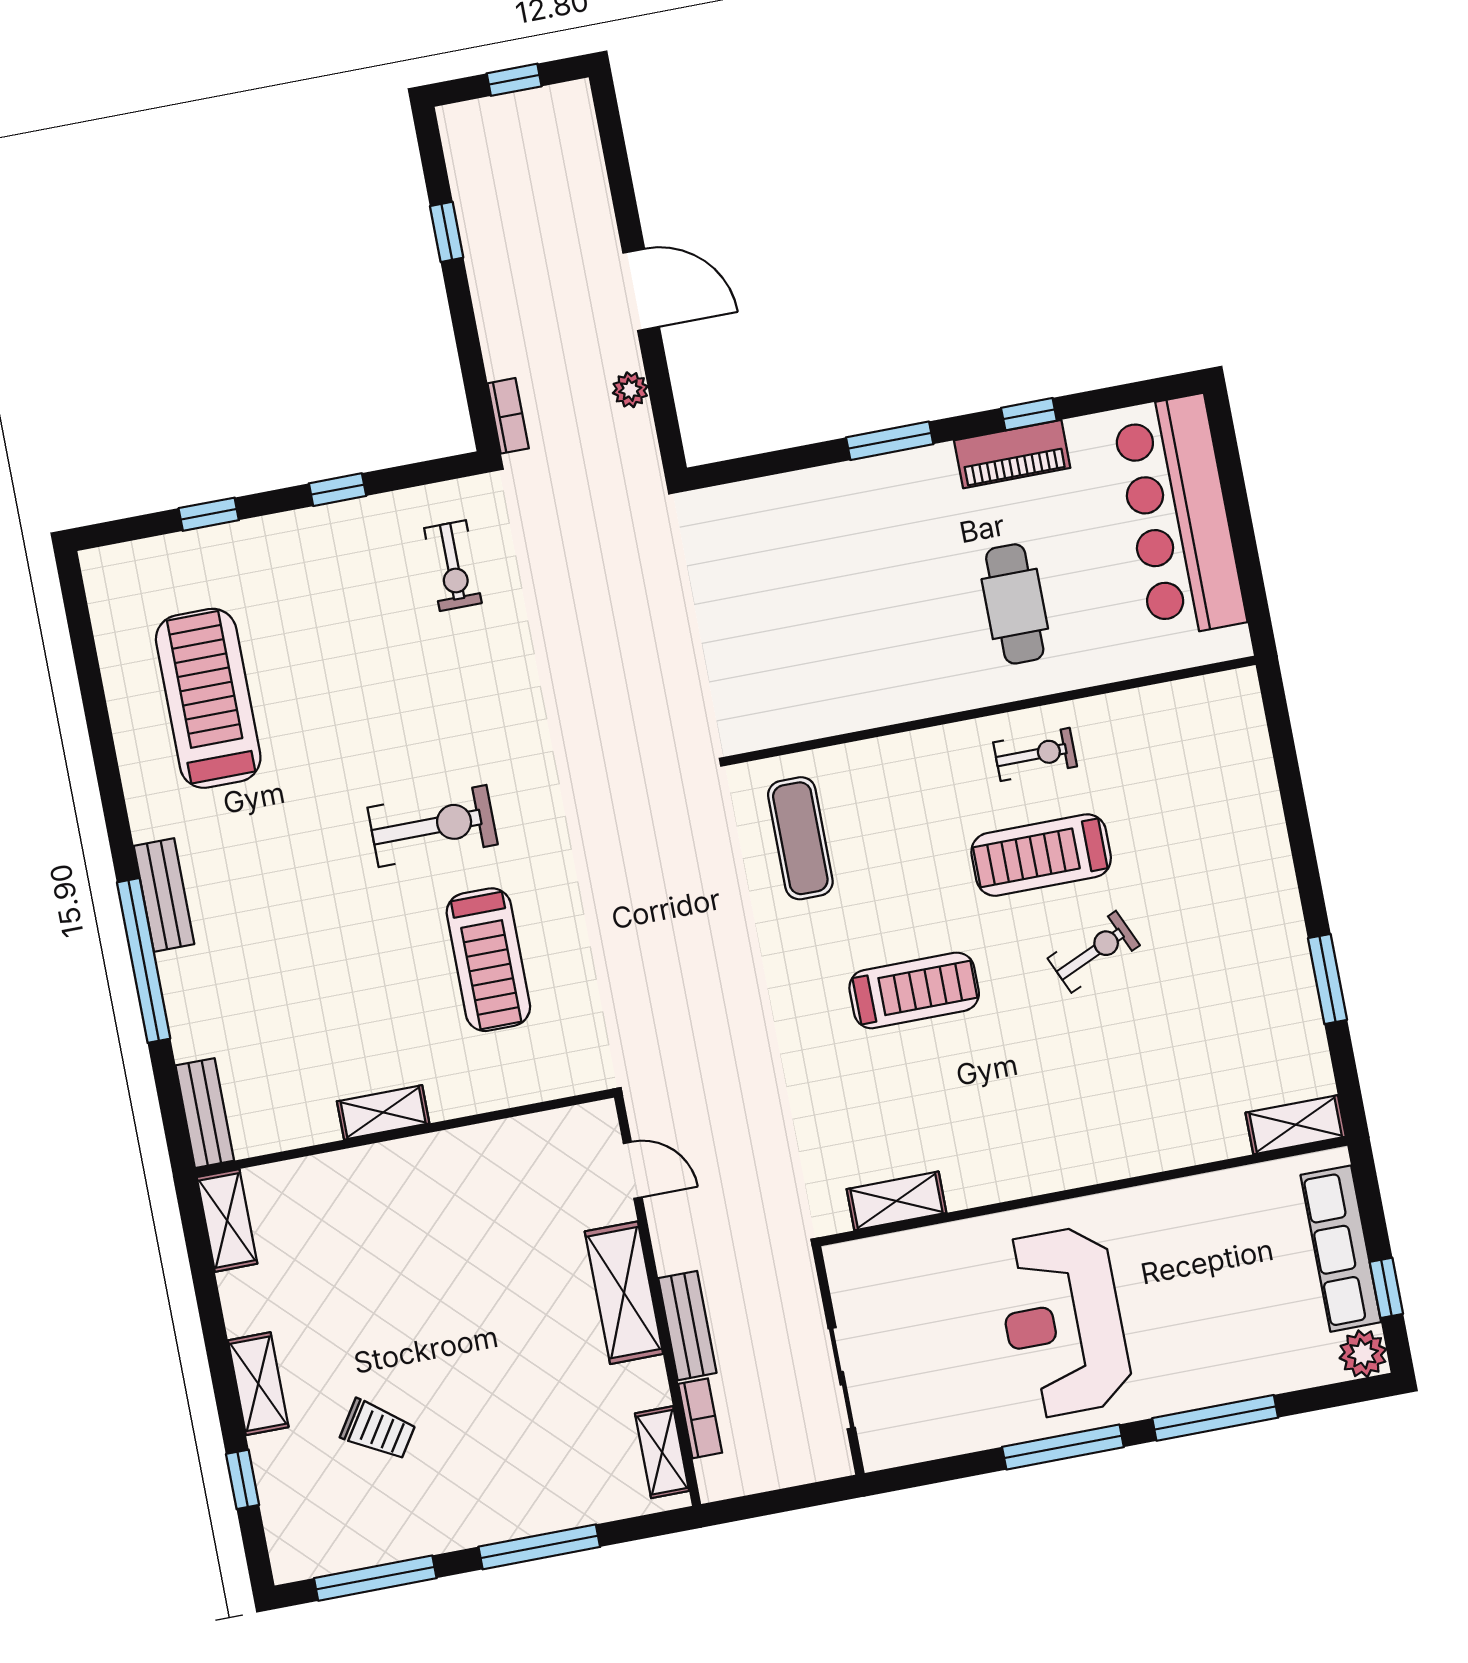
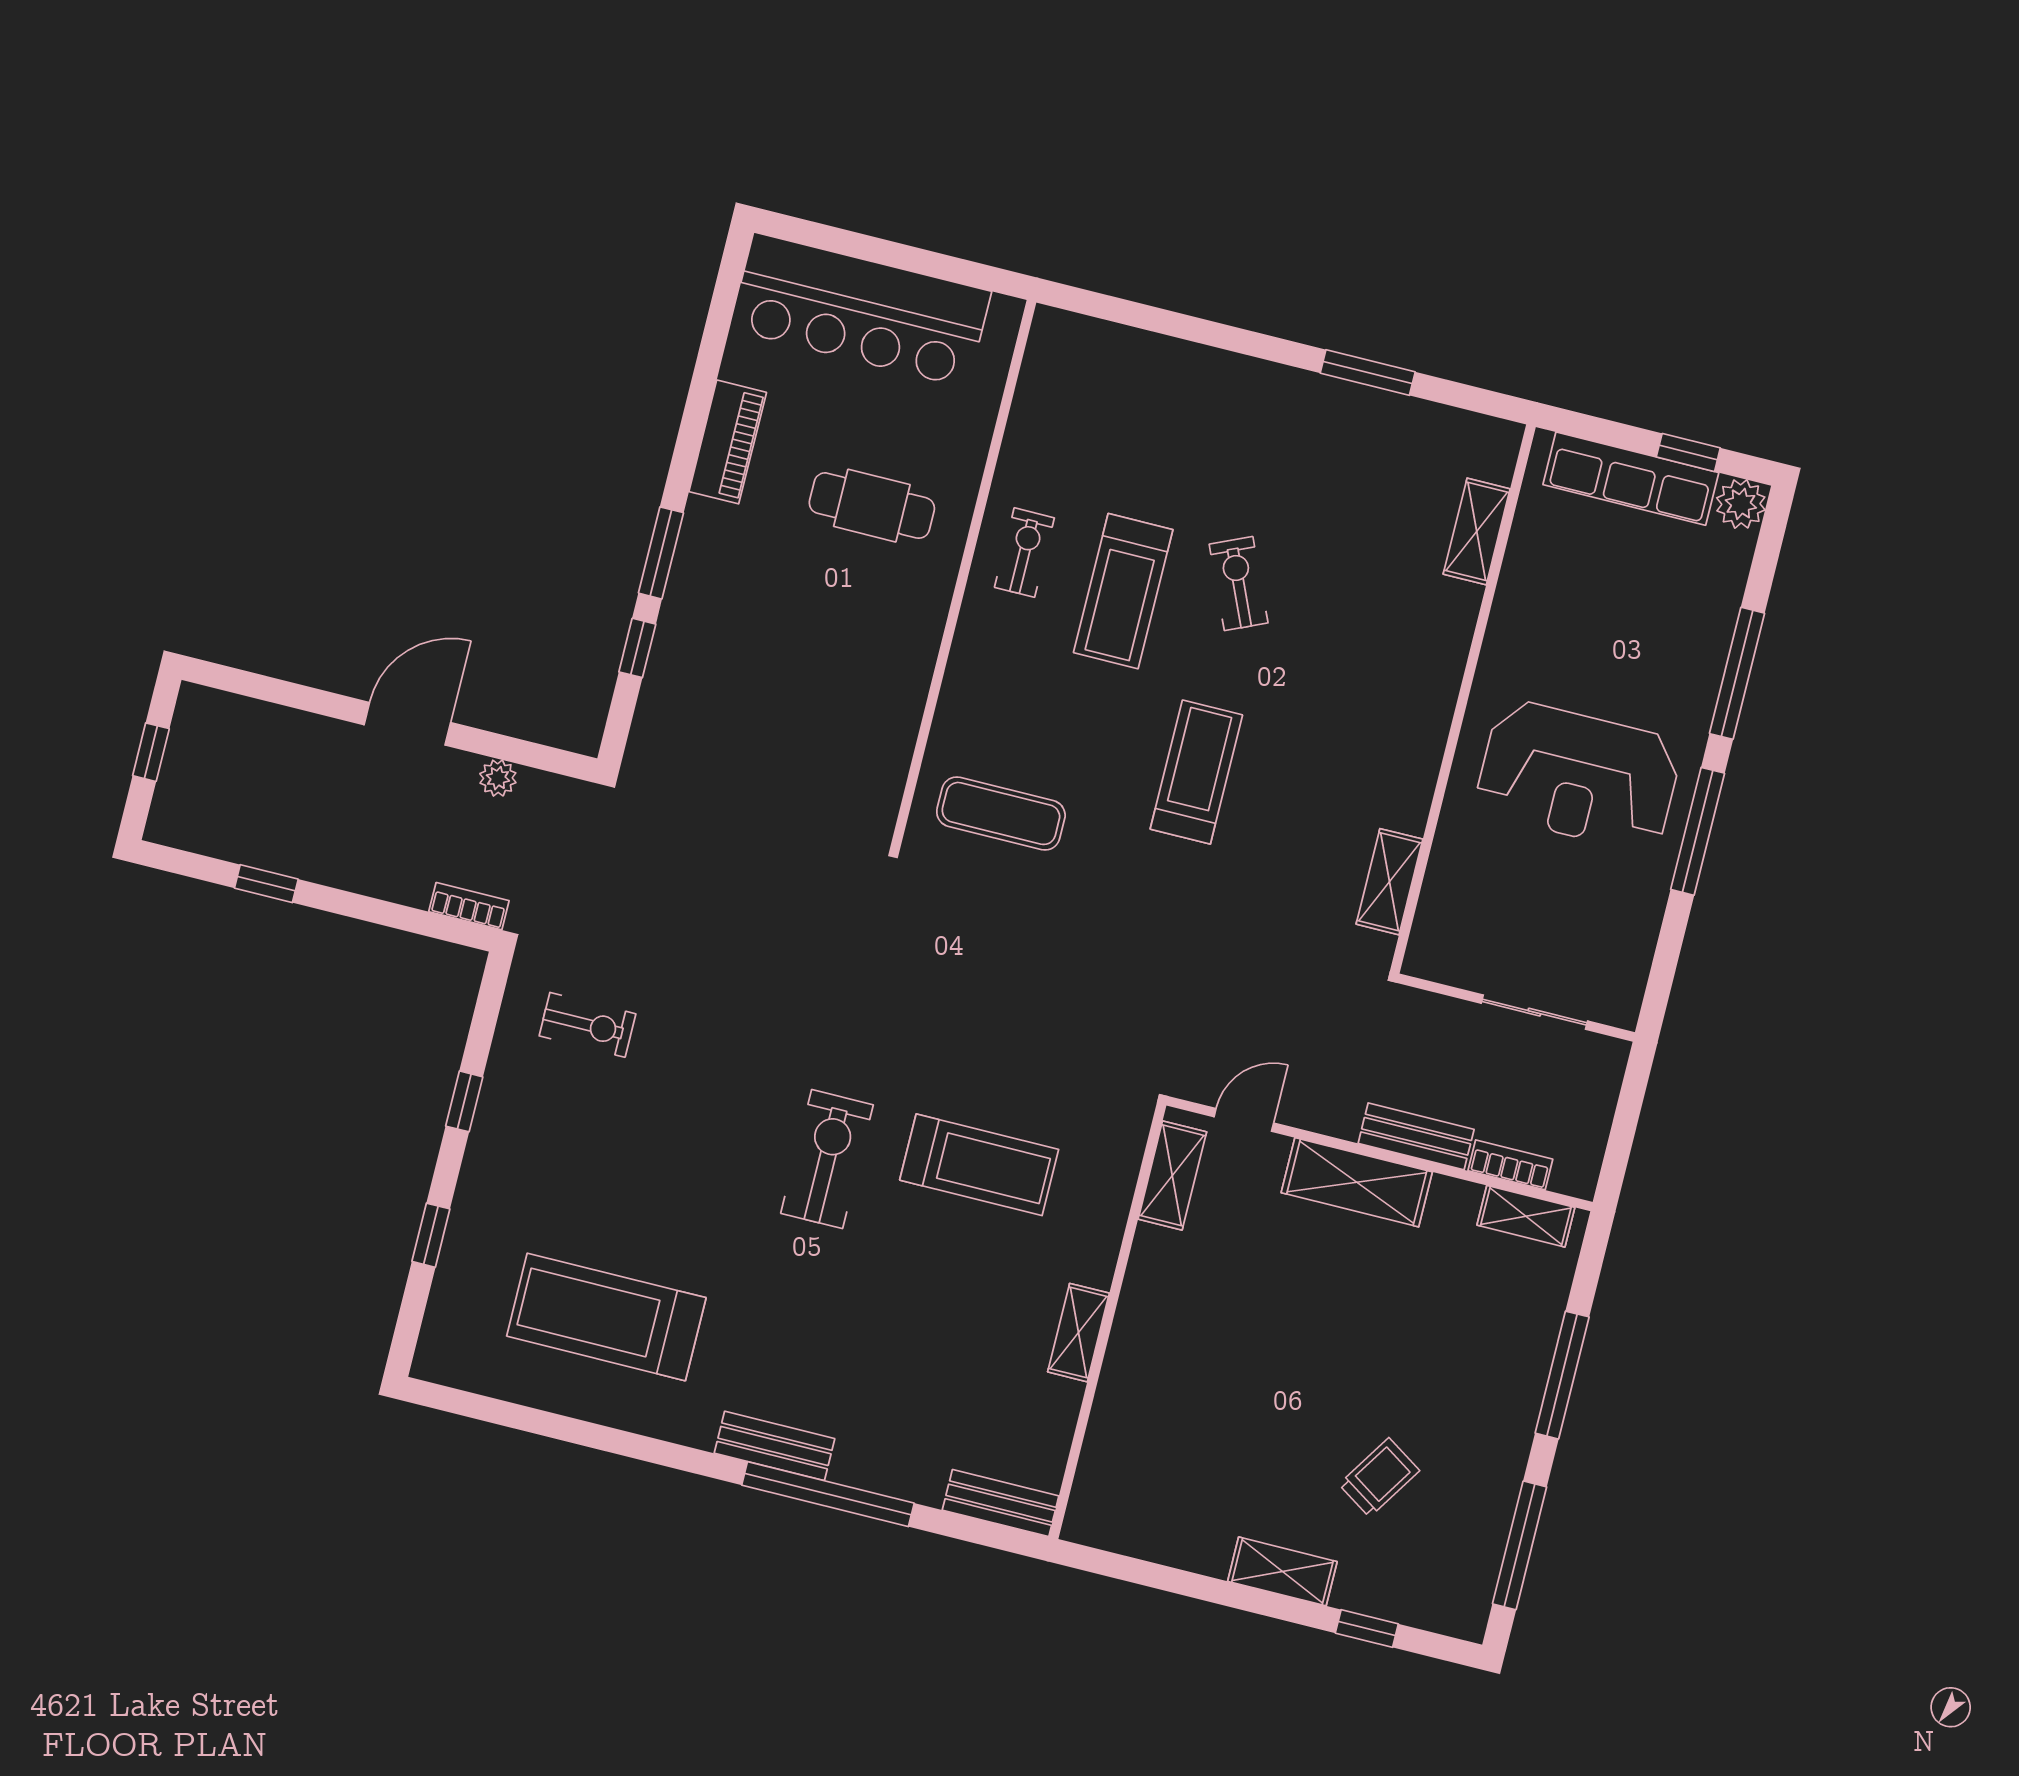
window: (1029, 414) -> (637, 648), moved
shelving: (1296, 1125) -> (1477, 531), moved
shelving: (227, 1220) -> (1172, 1175), moved, turned 90

